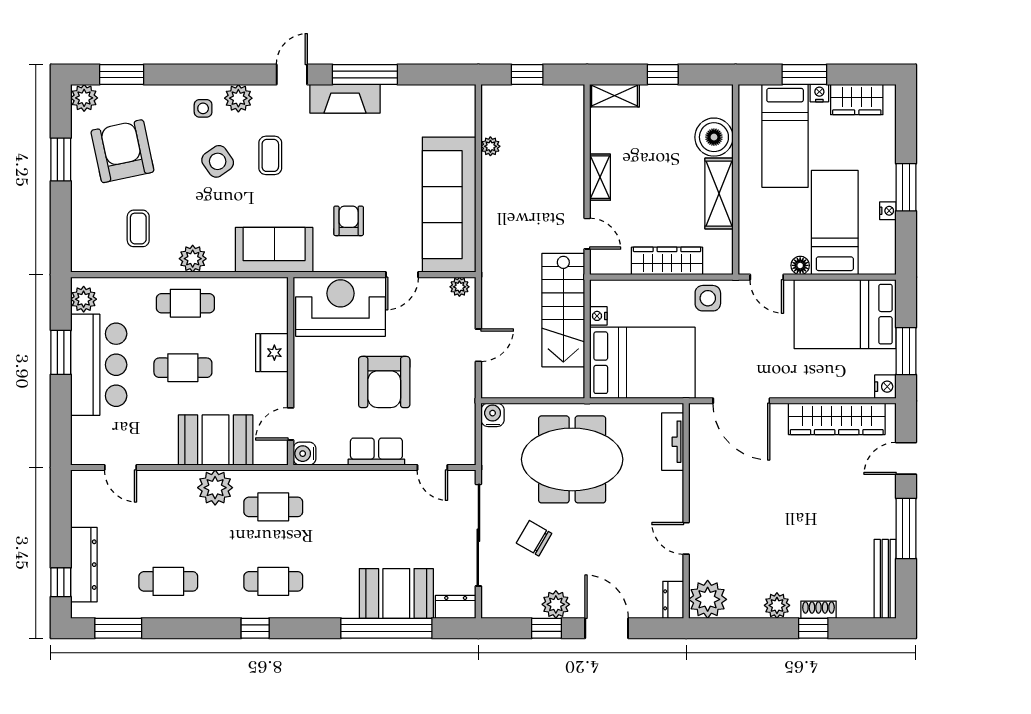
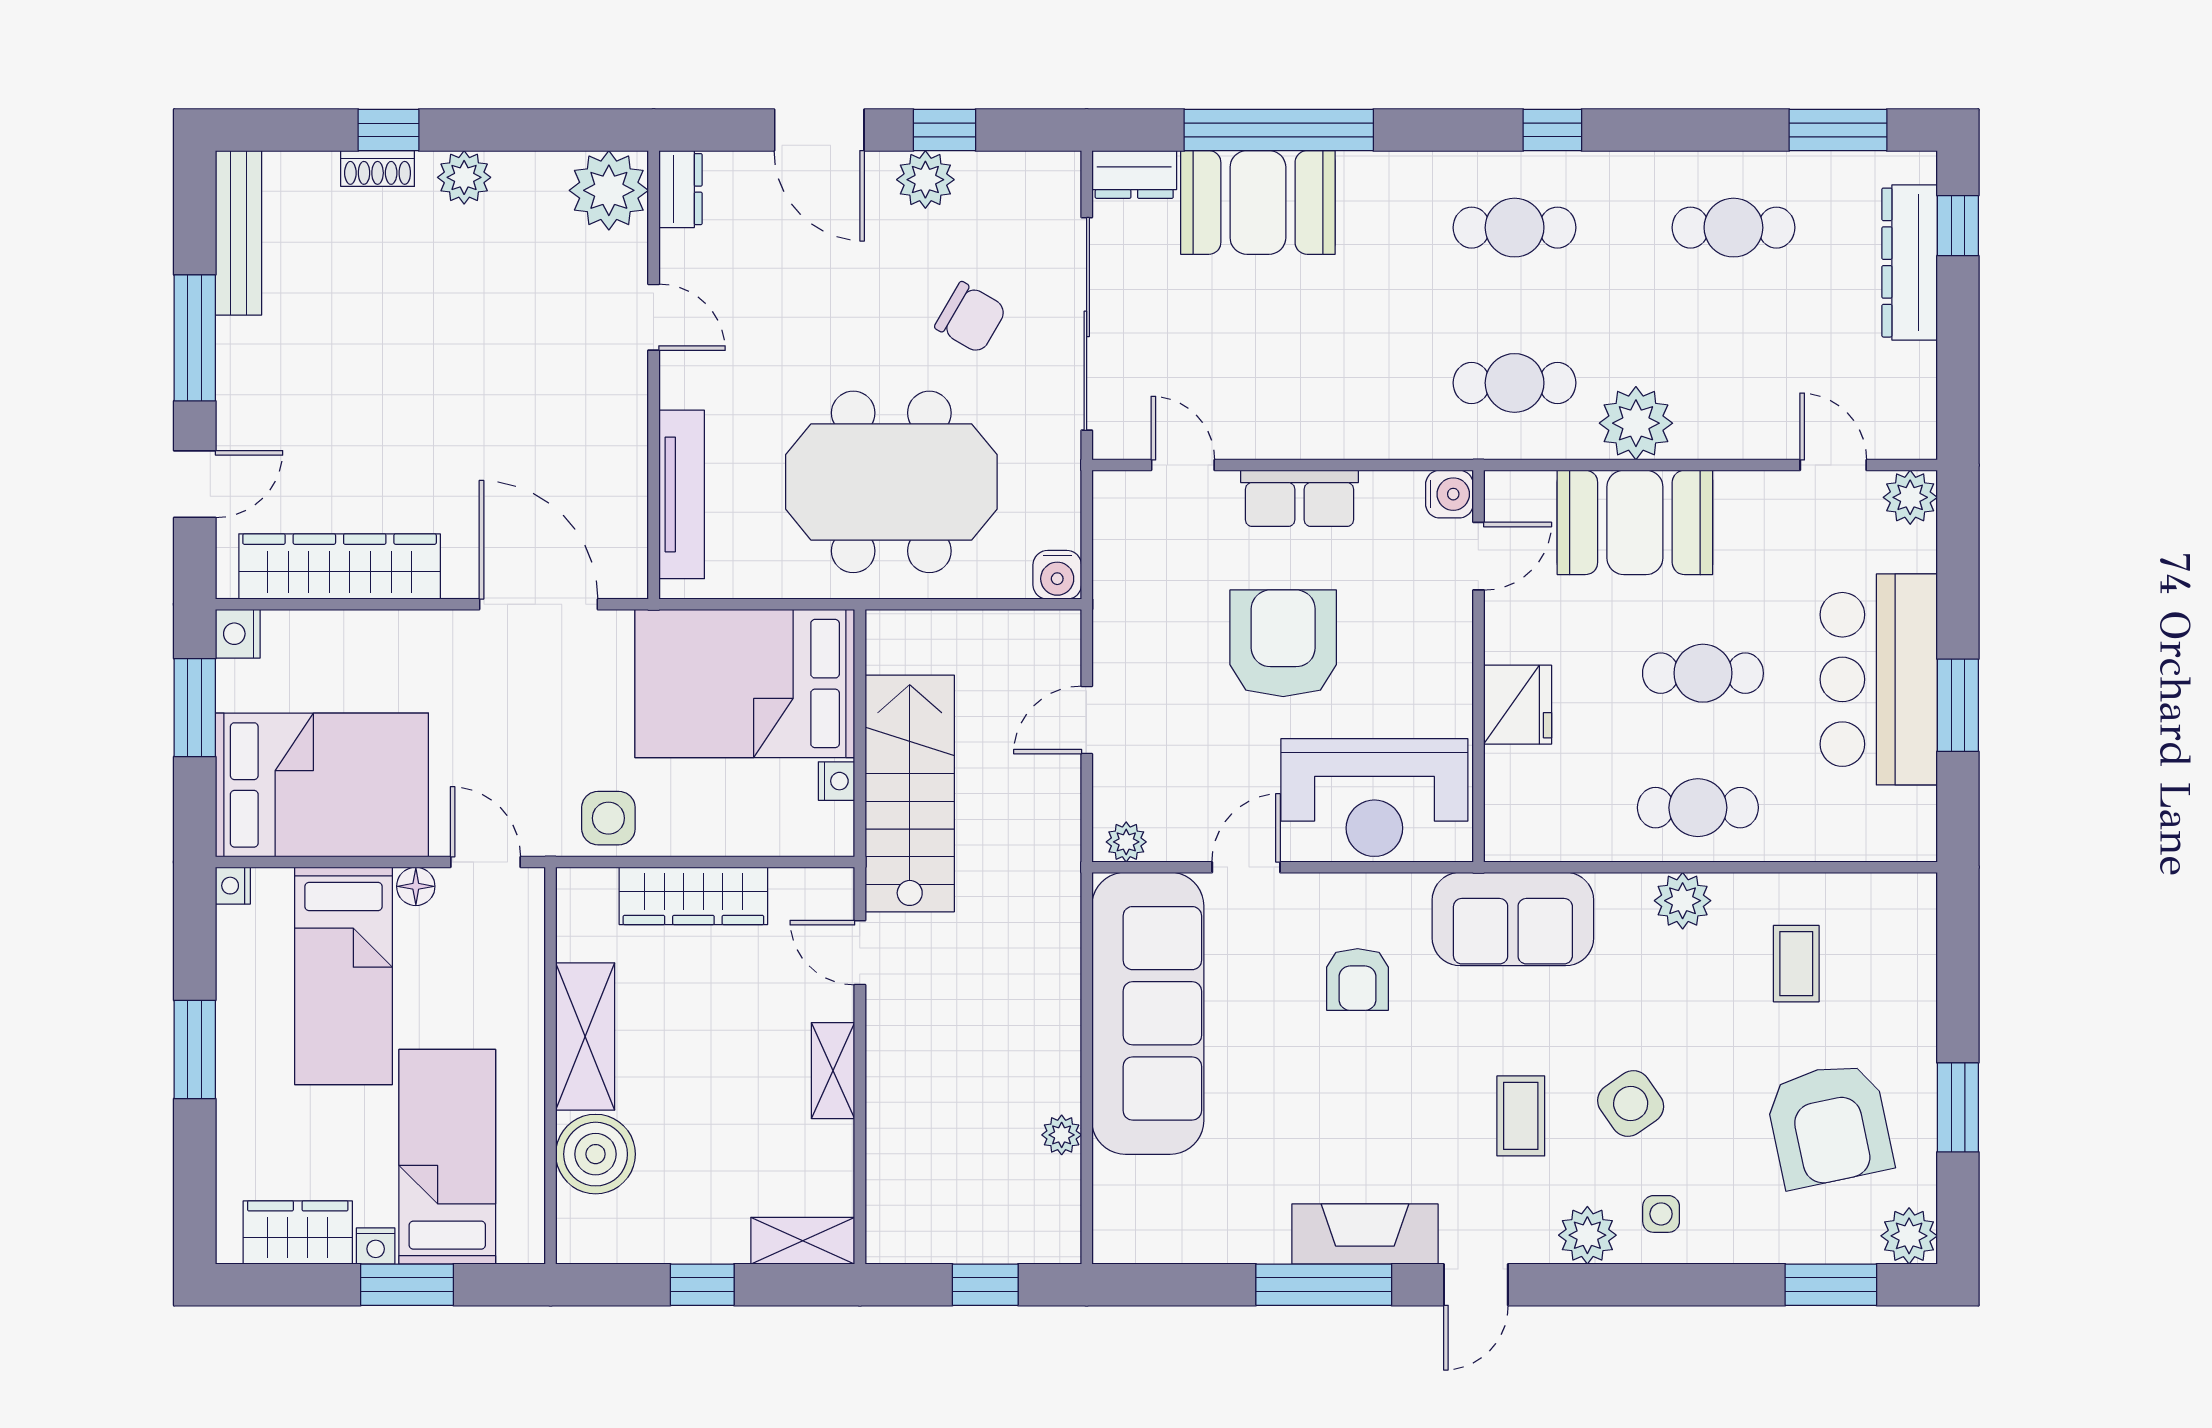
nightstand: (888, 211) -> (233, 886), moved
plant: (84, 299) -> (1910, 497), moved
tv unit: (673, 442) -> (682, 494), width x1.41

